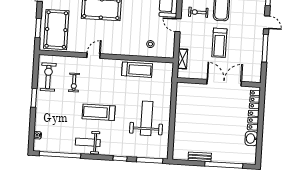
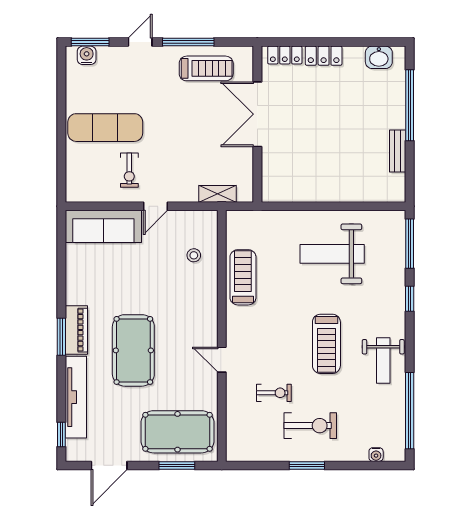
treadmill: (219, 43) -> (206, 68), moved
exercise bike: (48, 77) -> (310, 426), moved, turned 180
washbasin: (251, 139) -> (379, 57), moved

